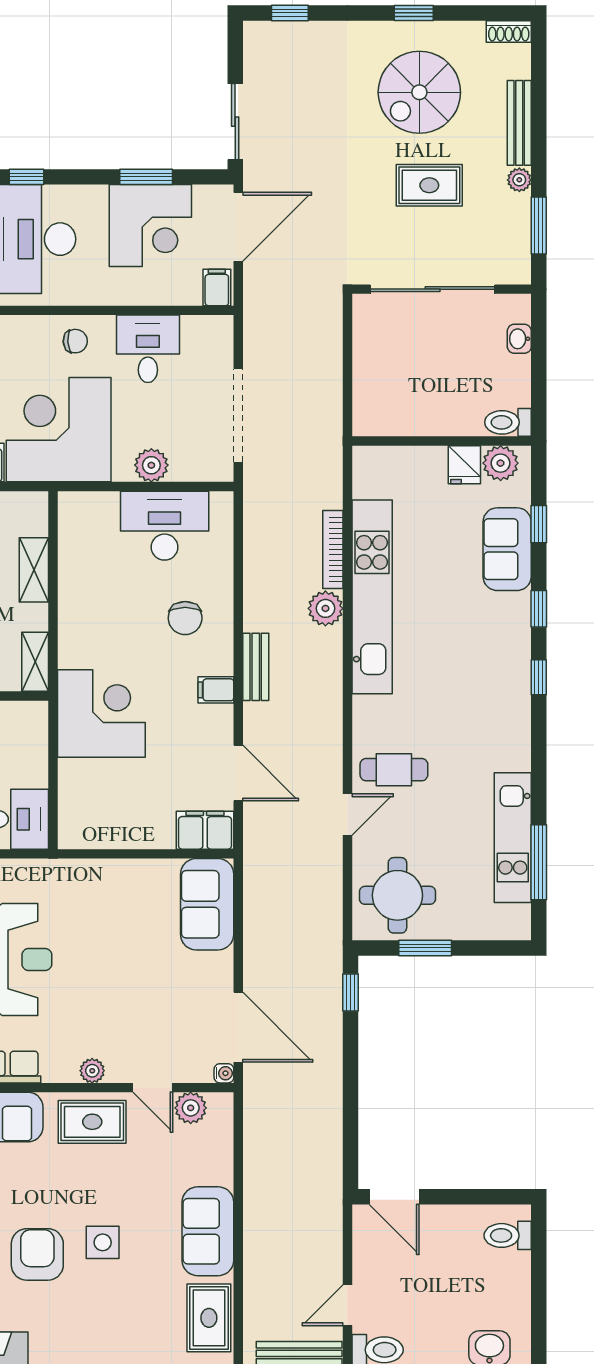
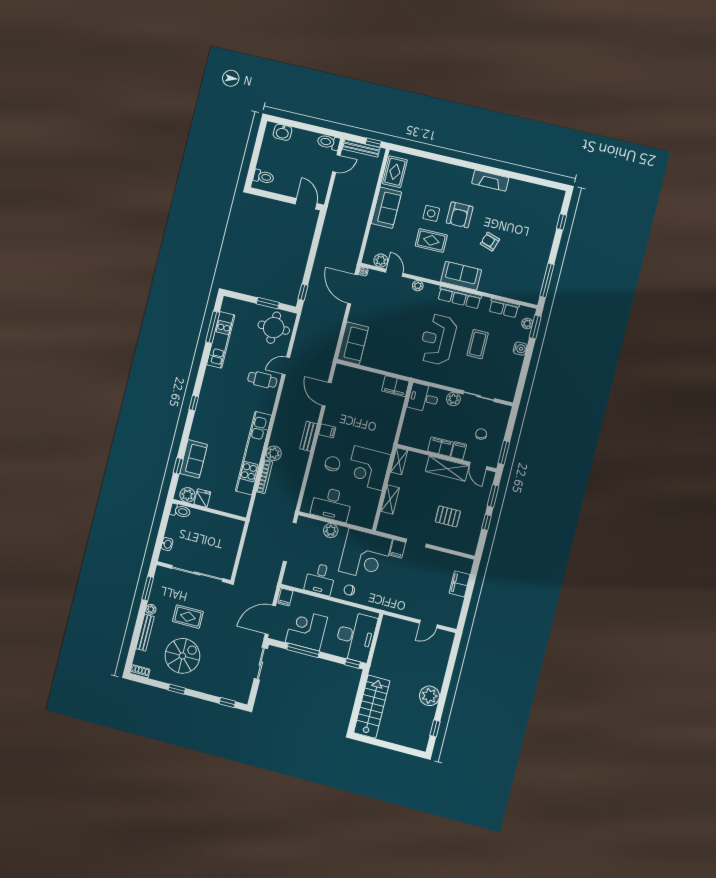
window: (146, 177) -> (303, 650), width x1.44
window: (539, 609) -> (187, 431), removed
corner desk: (101, 714) -> (368, 468), moved
filing cabinet: (205, 830) -> (395, 386), moved
rug: (92, 1122) -> (431, 240), moved

